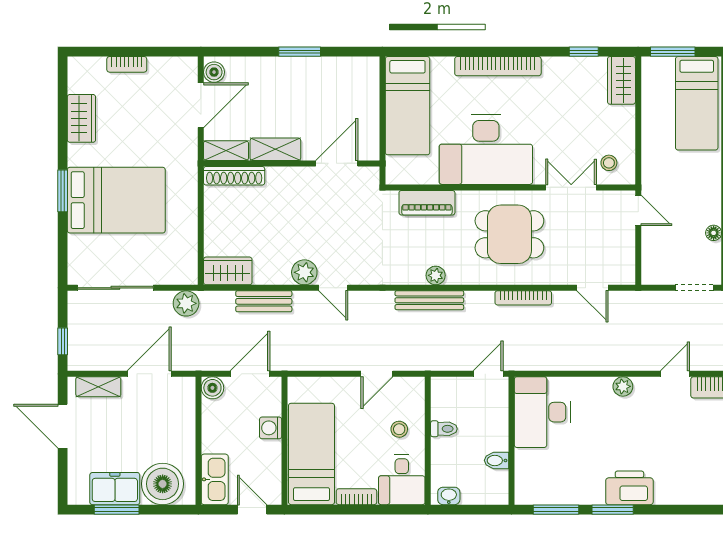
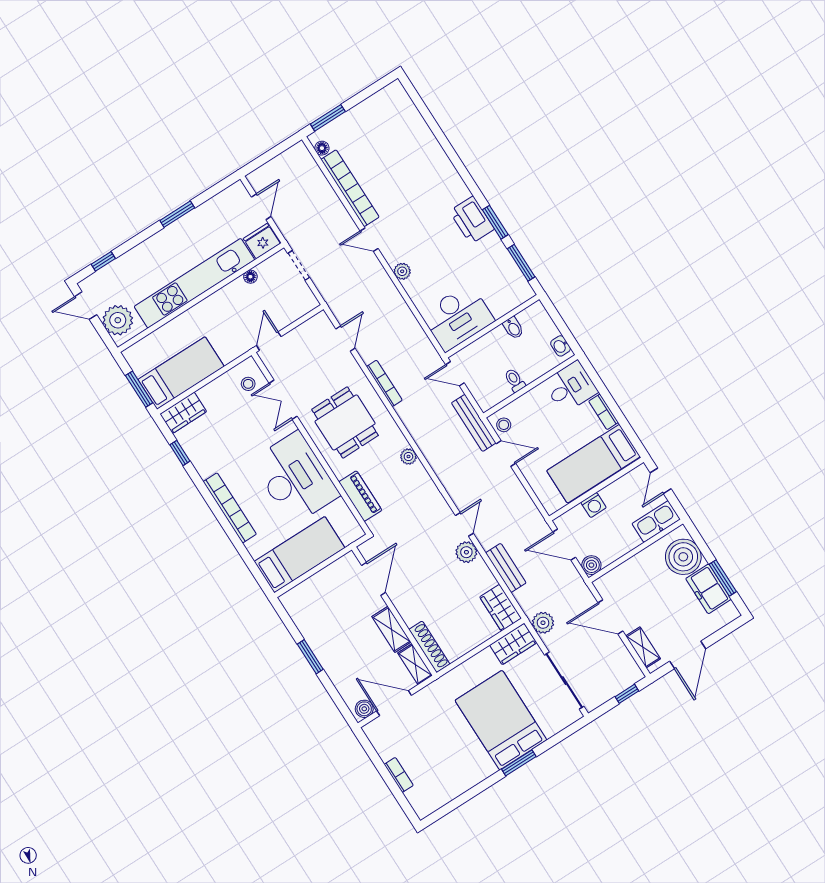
bed: (697, 103) -> (181, 373), moved
wardrobe: (81, 118) -> (513, 644), moved, turned 180
door: (337, 163) -> (373, 579), swing flipped
bench: (429, 300) -> (474, 423), moved
stool: (399, 429) -> (504, 425), moved

